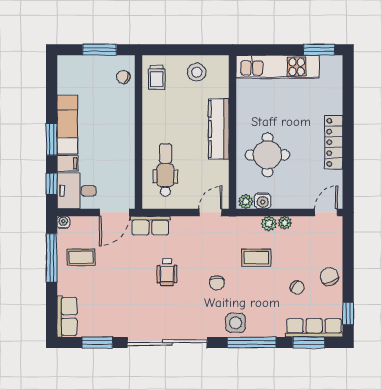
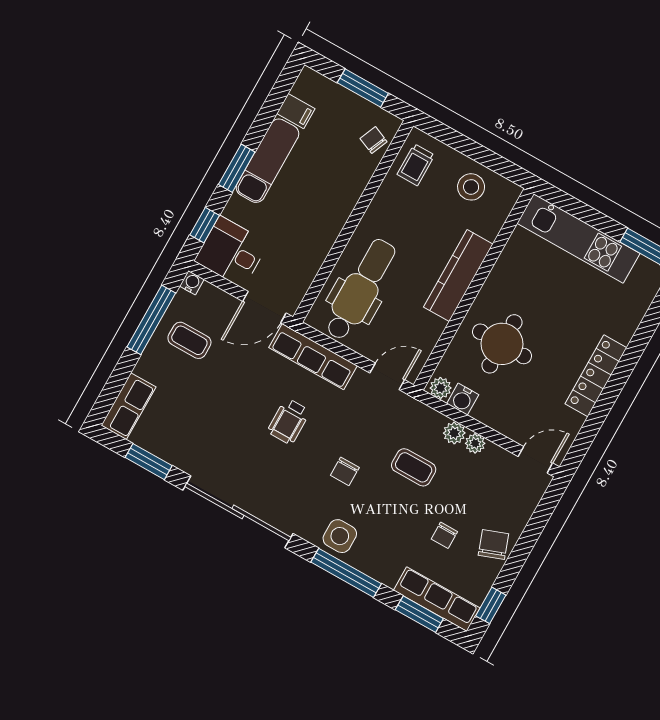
filing cabinet: (68, 163) -> (296, 111), moved
dental chair: (165, 170) -> (360, 289), width x1.36, depth x1.38
row of seats: (150, 225) -> (313, 357), width x1.48
chair: (297, 287) -> (444, 535), turned 54

